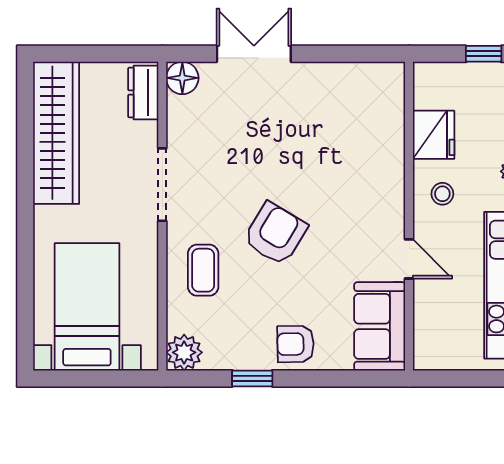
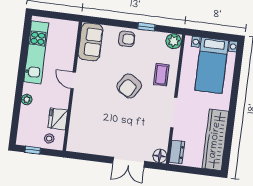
stool: (442, 194) -> (49, 138), moved
door: (409, 259) -> (73, 80), moved

